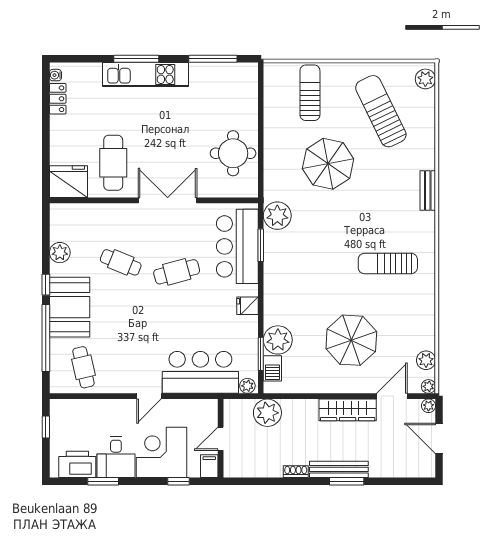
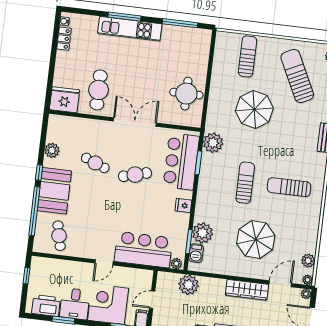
sun lounger: (328, 265) -> (245, 183), added

